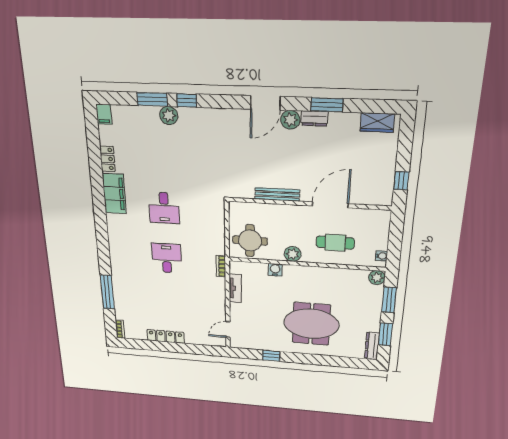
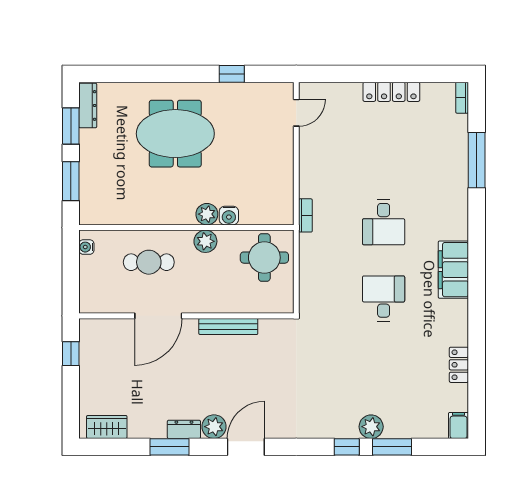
filing cabinet: (114, 194) -> (453, 270), moved
plant: (377, 278) -> (207, 214), moved
tv unit: (235, 288) -> (285, 182), removed

